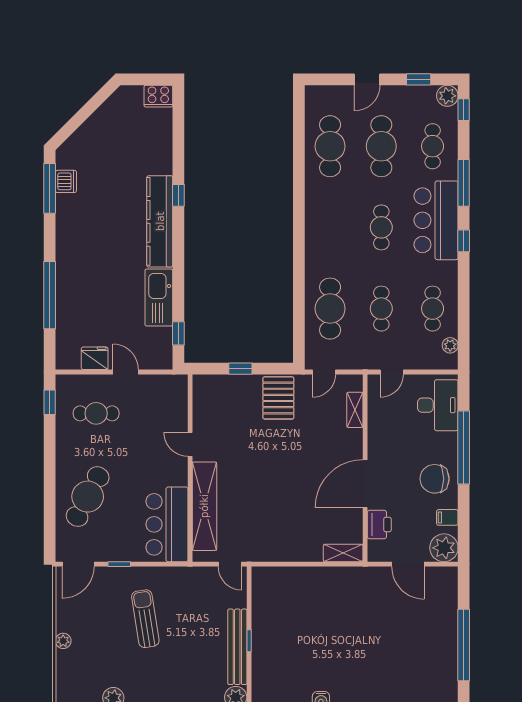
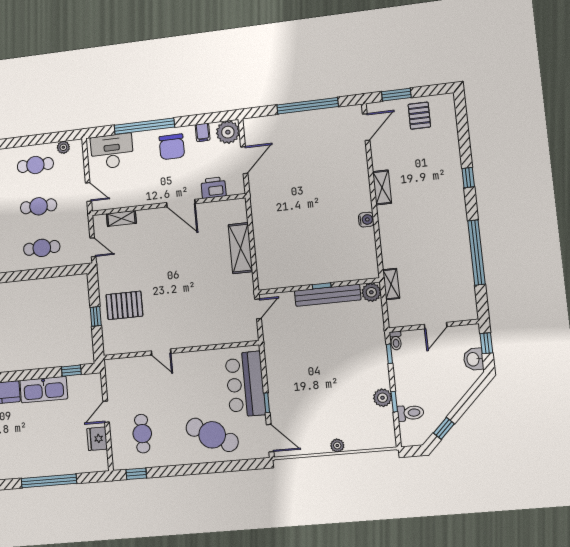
cafe table: (330, 309) -> (42, 248), width x0.73, depth x0.74
pallet: (278, 398) -> (124, 305), moved
door: (190, 444) -> (161, 352), hinge flipped
door: (365, 484) -> (181, 203), width x0.73
shelving: (204, 506) -> (211, 335), removed
bar counter: (167, 524) -> (245, 384), moved, turned 90
shelving: (343, 553) -> (240, 248), moved, width x1.50, depth x1.33
sun lounger: (145, 619) -> (311, 376), removed

